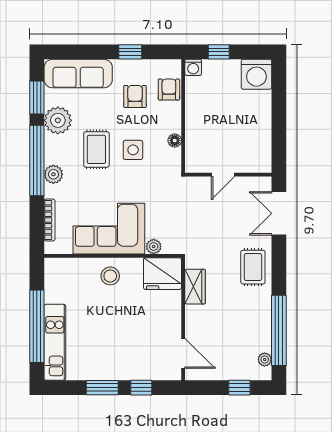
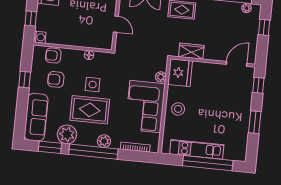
rug: (96, 149) -> (90, 110), width x1.36, depth x1.43
kitchen unit: (55, 342) -> (197, 149), moved
window: (141, 388) -> (258, 85), moved

